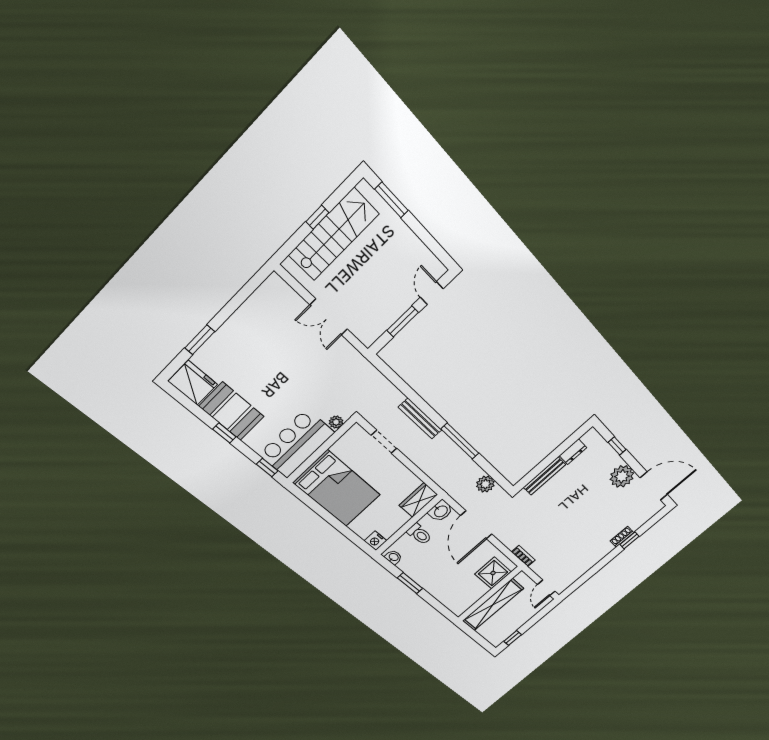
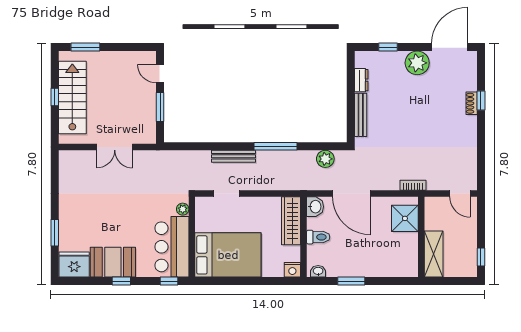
wardrobe: (418, 500) -> (291, 221), width x1.50
shelving: (493, 605) -> (434, 254), width x0.68

